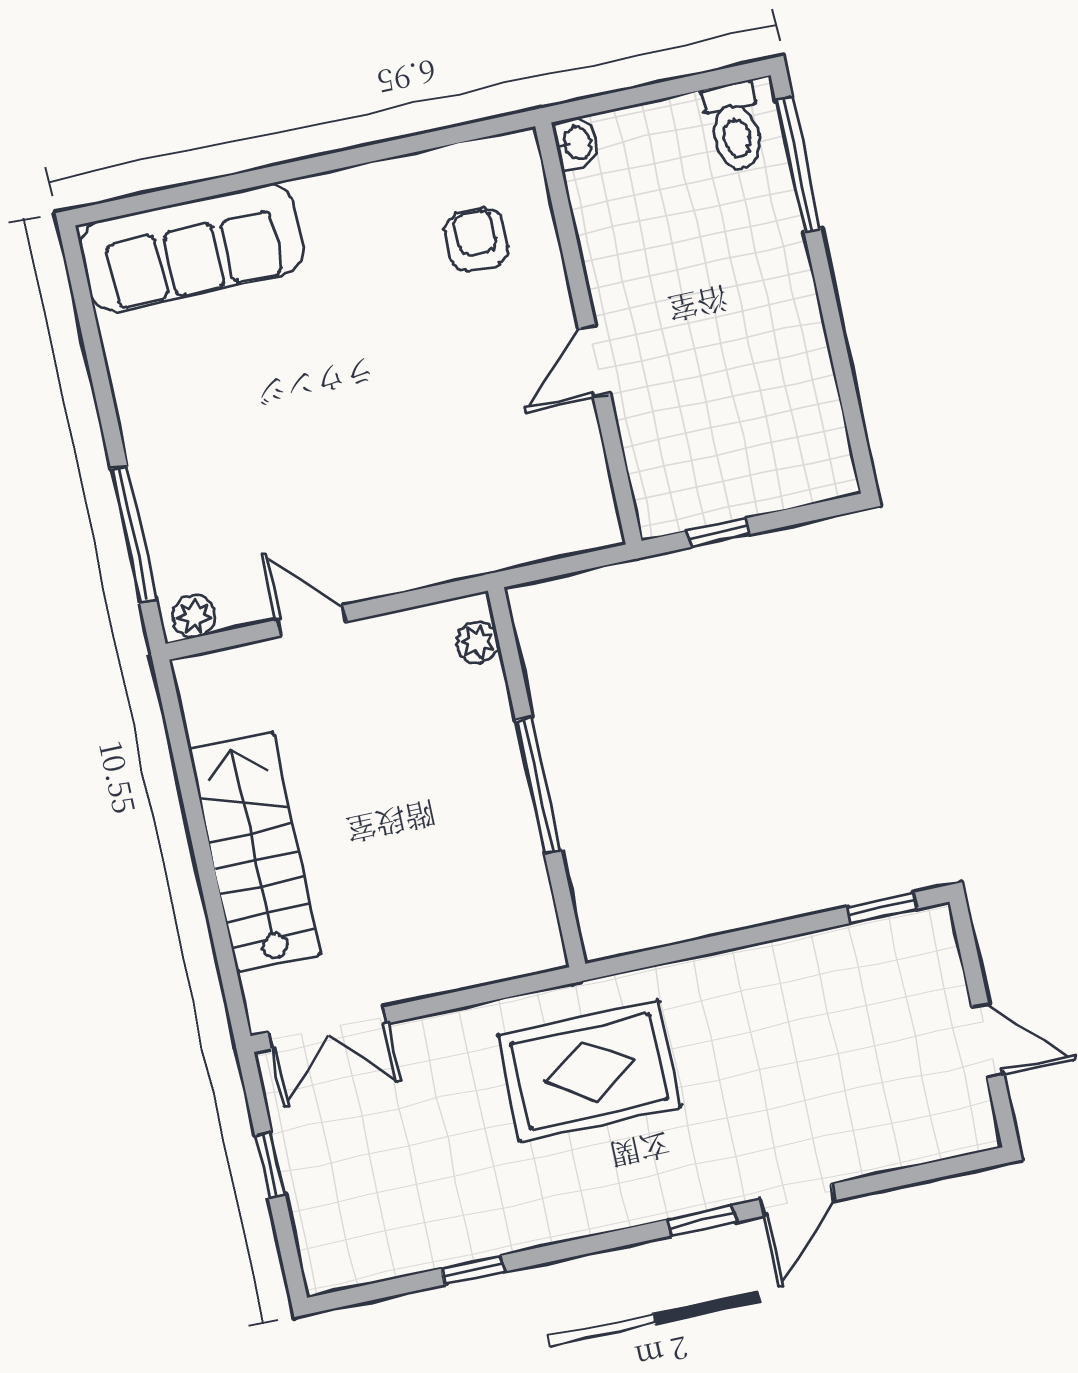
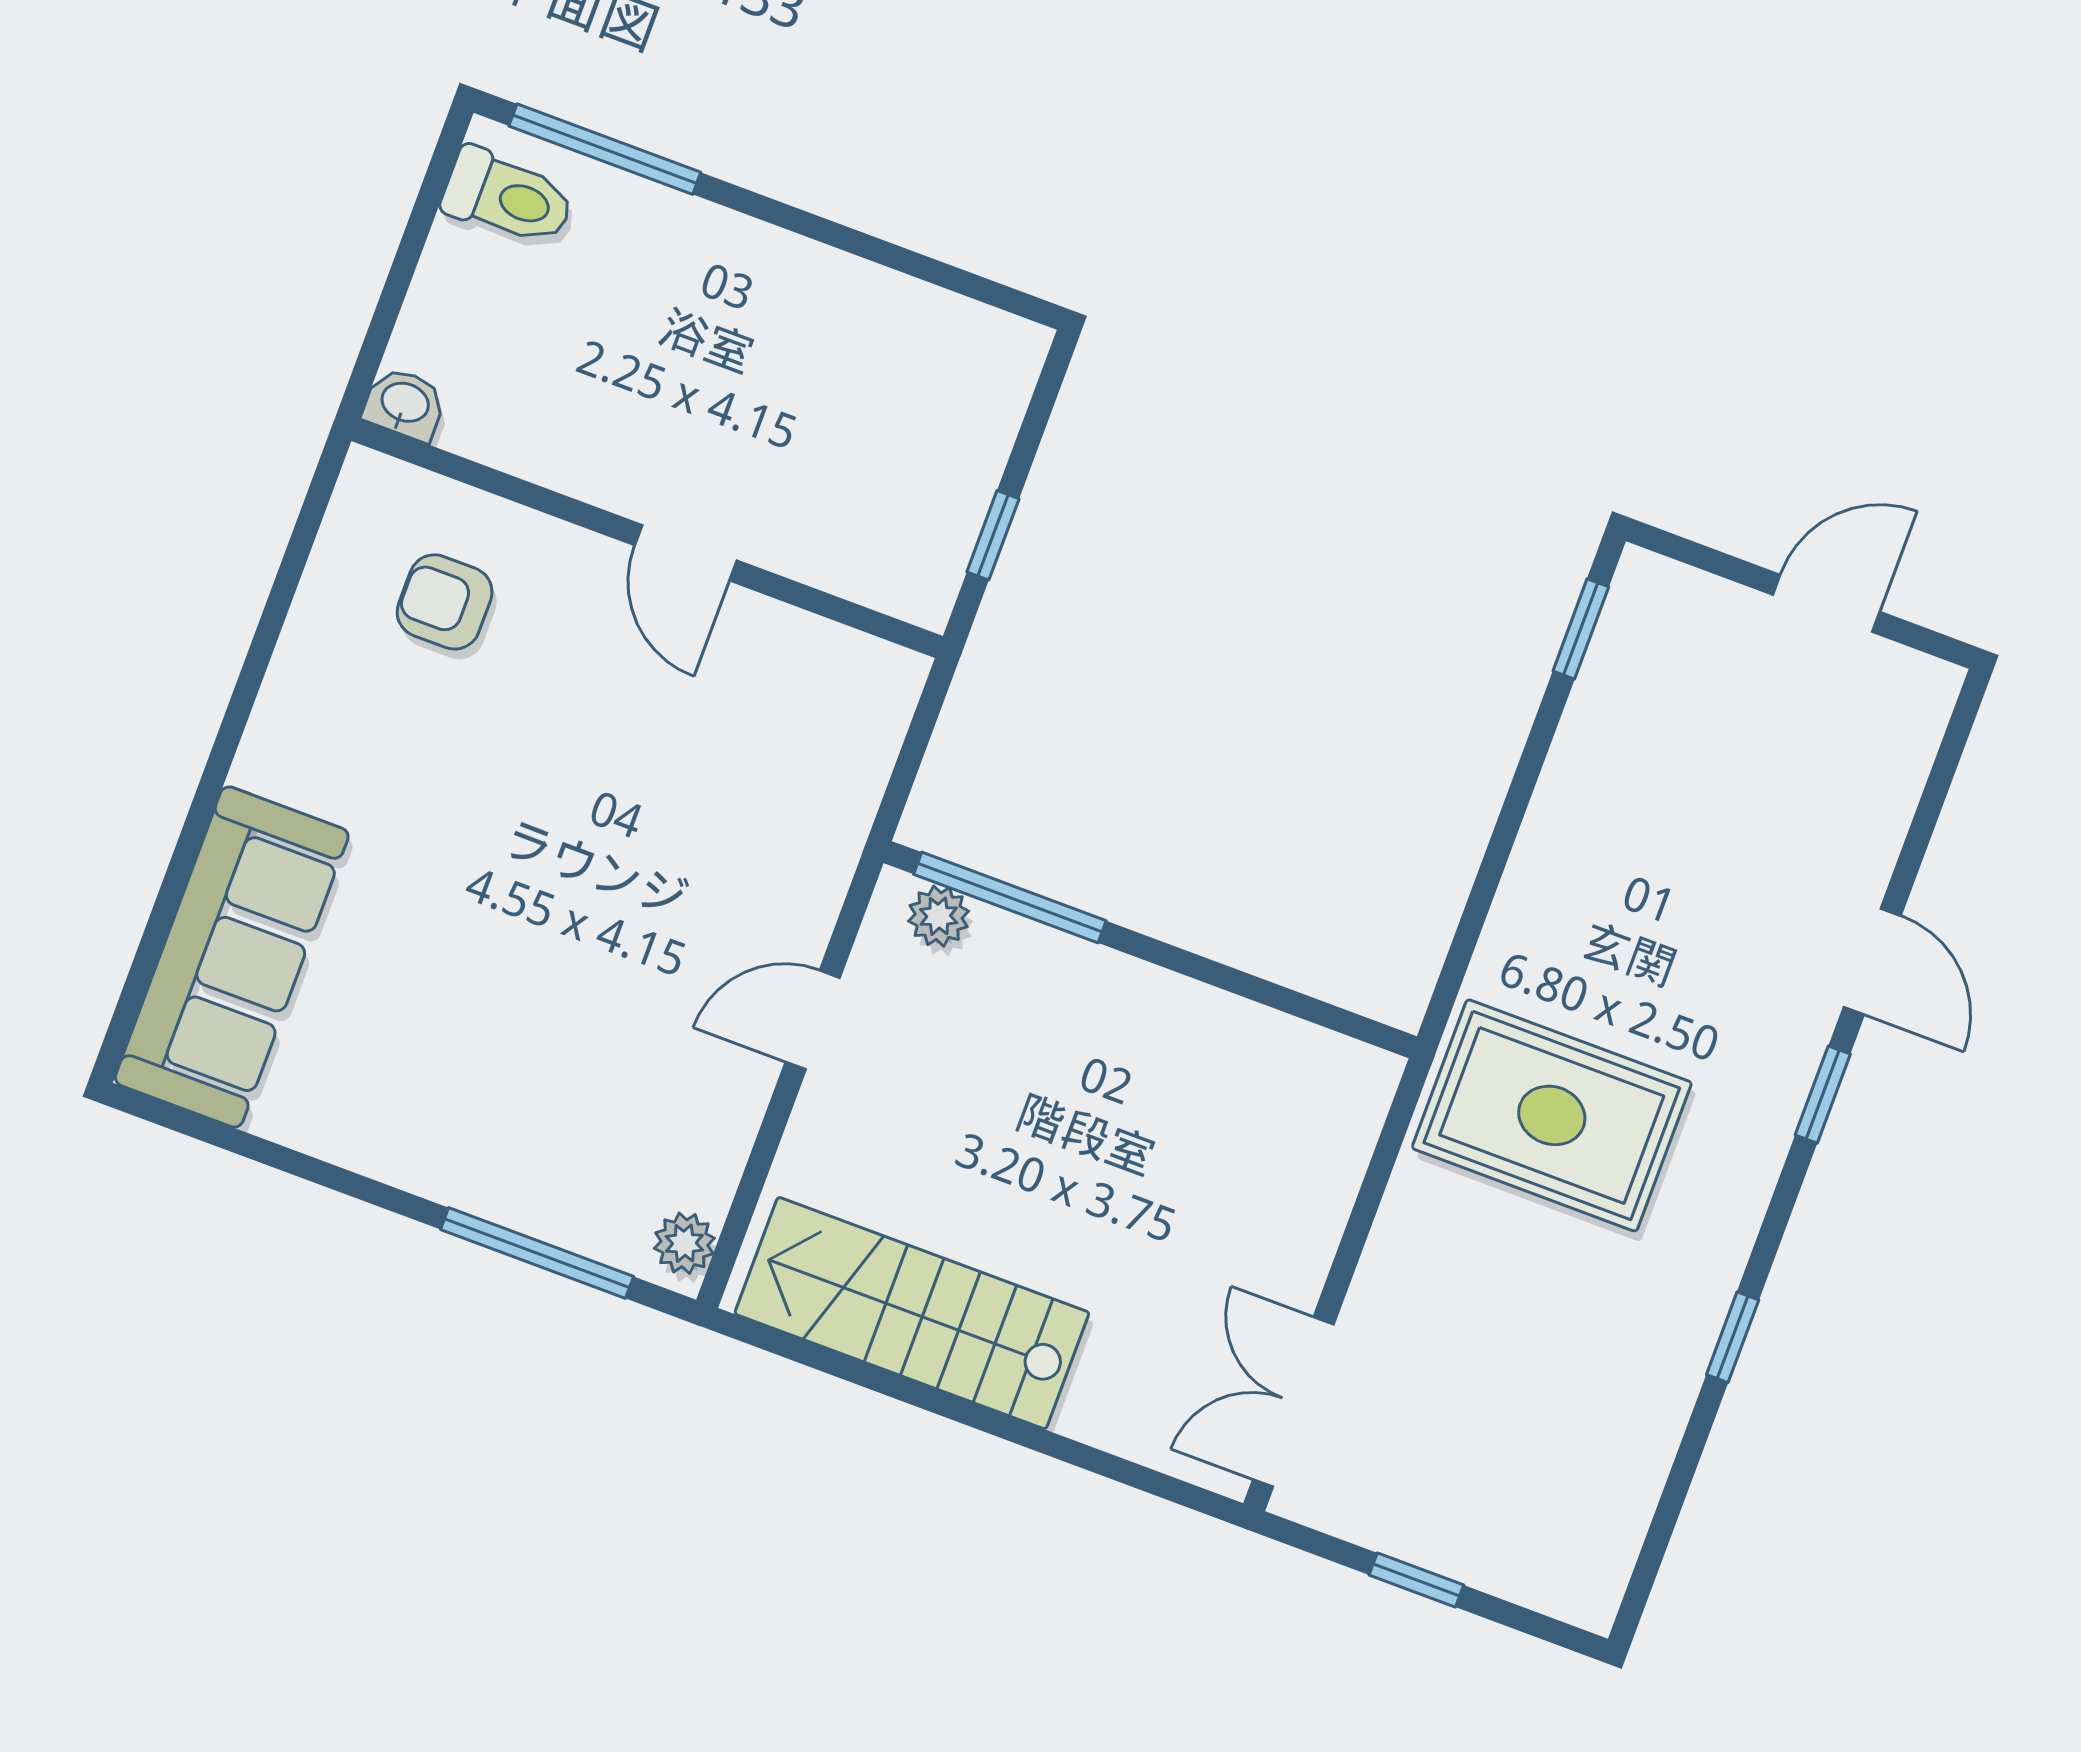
door: (311, 621) -> (813, 1020), moved
window: (538, 785) -> (1010, 898), moved
stairs: (255, 852) -> (912, 1313), moved
double door: (328, 1028) -> (1293, 1402), swing flipped
rug: (589, 1071) -> (1552, 1115), turned 90
window: (473, 1270) -> (1733, 1337), moved

